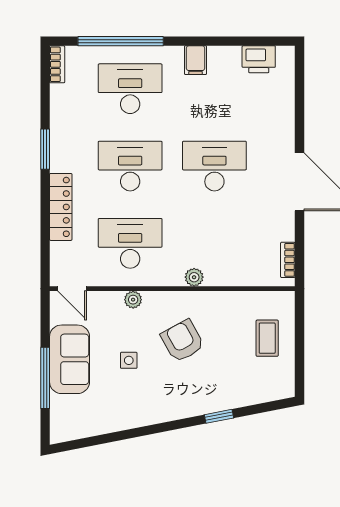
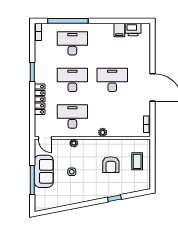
filing cabinet: (196, 60) -> (119, 30), moved
armchair: (183, 341) -> (111, 165), moved, turned -151

